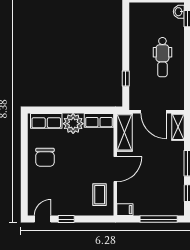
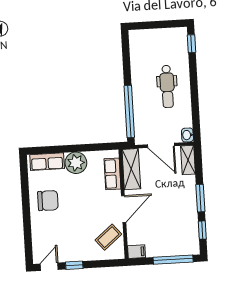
washbasin: (179, 12) -> (187, 135), moved
window: (126, 79) -> (129, 111), width x3.17
row of seats: (99, 120) -> (112, 174), moved, turned 90
chair: (45, 157) -> (48, 201), turned -90
coffee table: (100, 195) -> (108, 237), turned 50

